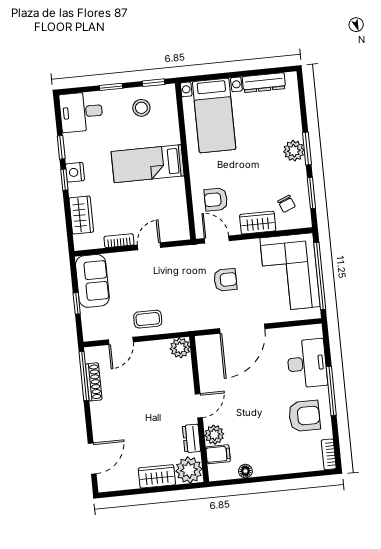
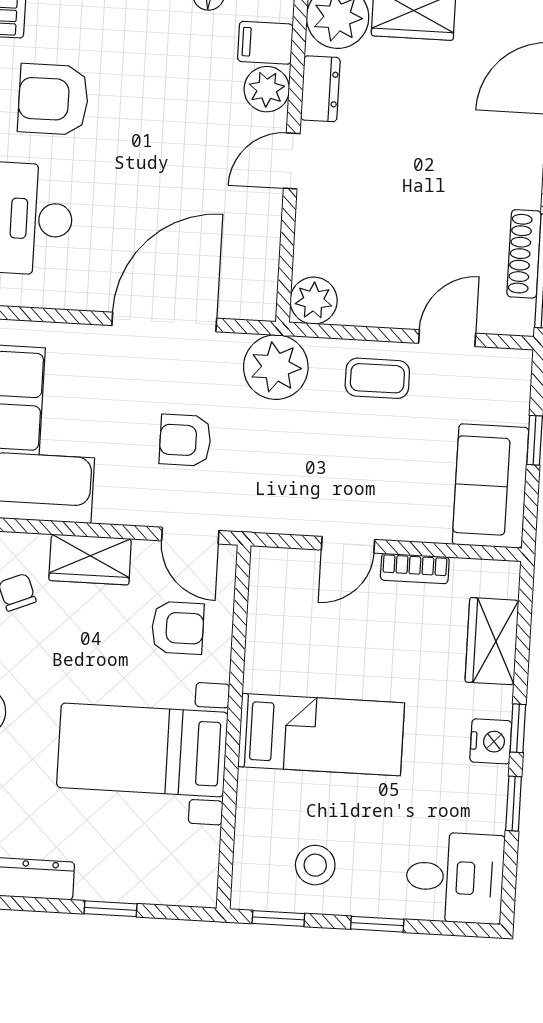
window: (226, 75) -> (111, 909), added
bed with nightstands: (214, 115) -> (142, 750), moved, turned -90
plant: (192, 317) -> (276, 367), added

